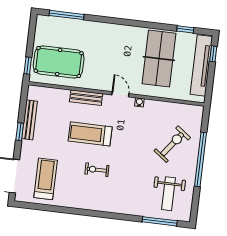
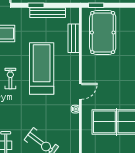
bench: (86, 98) -> (74, 38), moved
treadmill: (90, 134) -> (42, 69), width x1.37, depth x1.38

